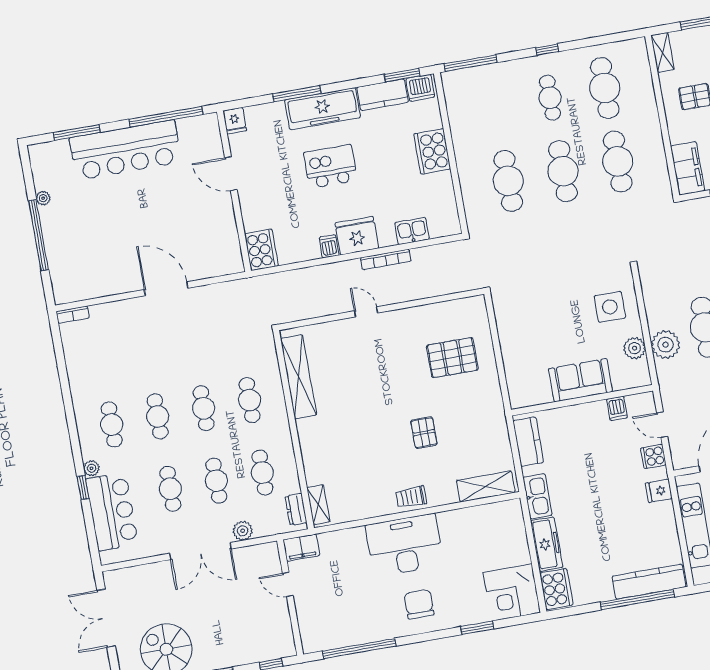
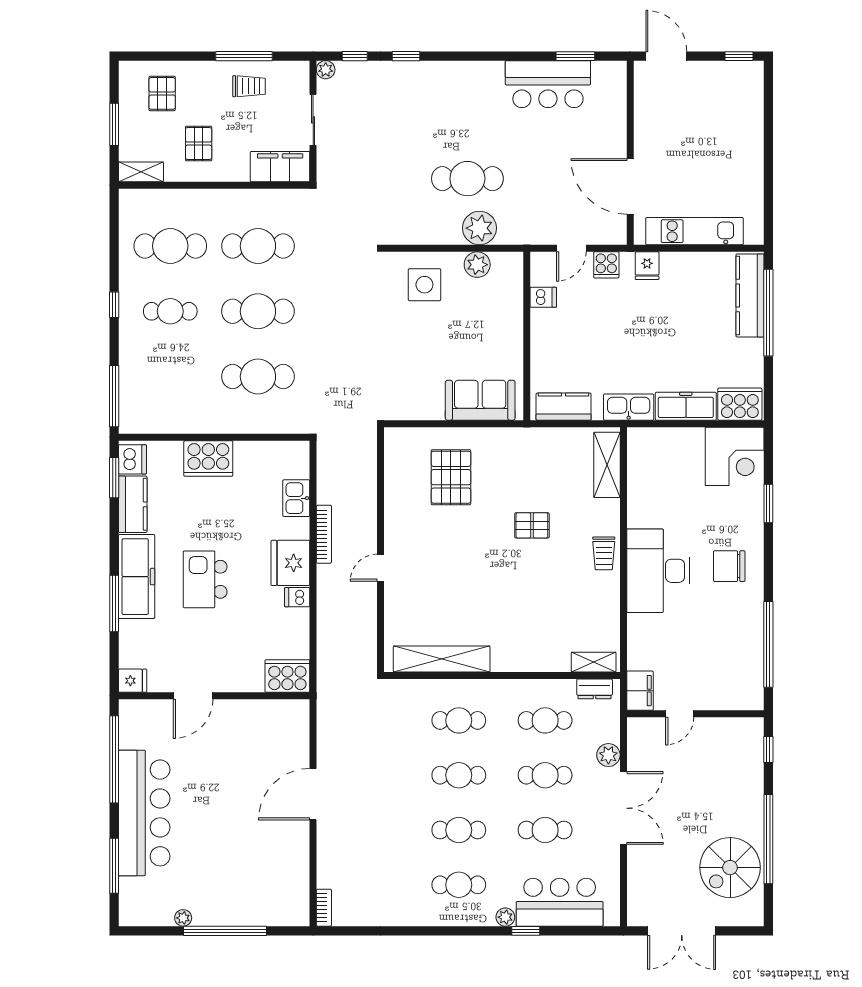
sofa: (580, 380) -> (480, 400), moved, turned 90

